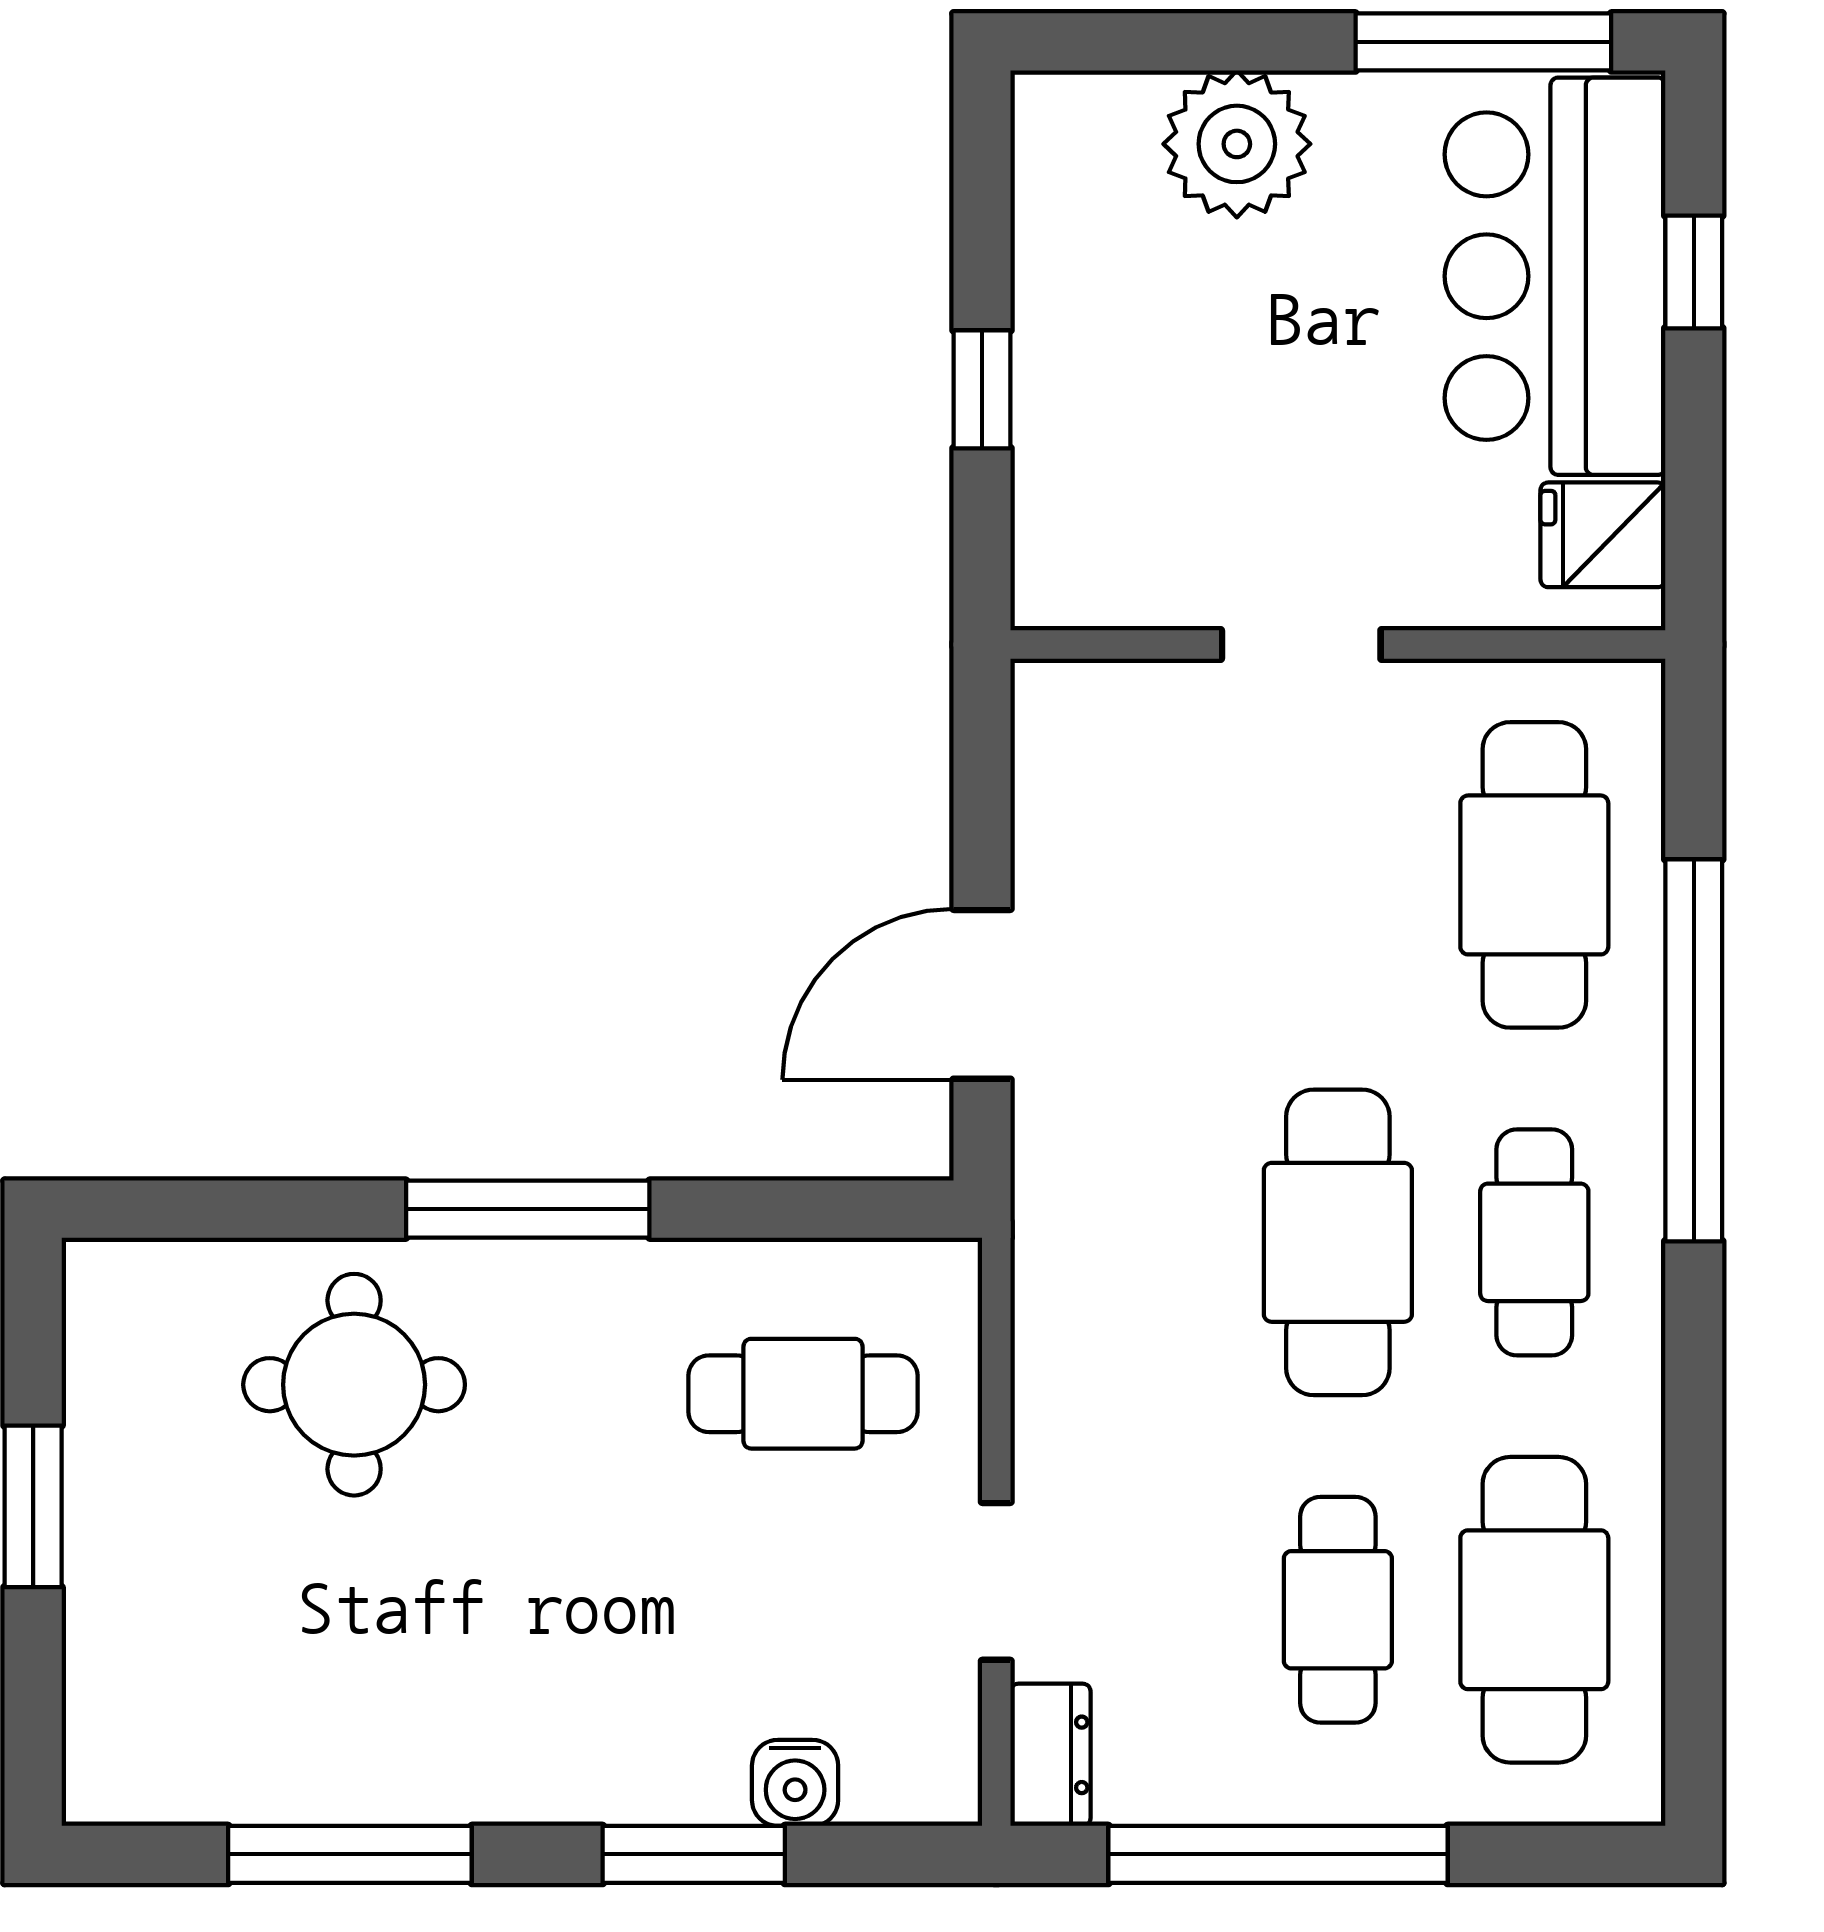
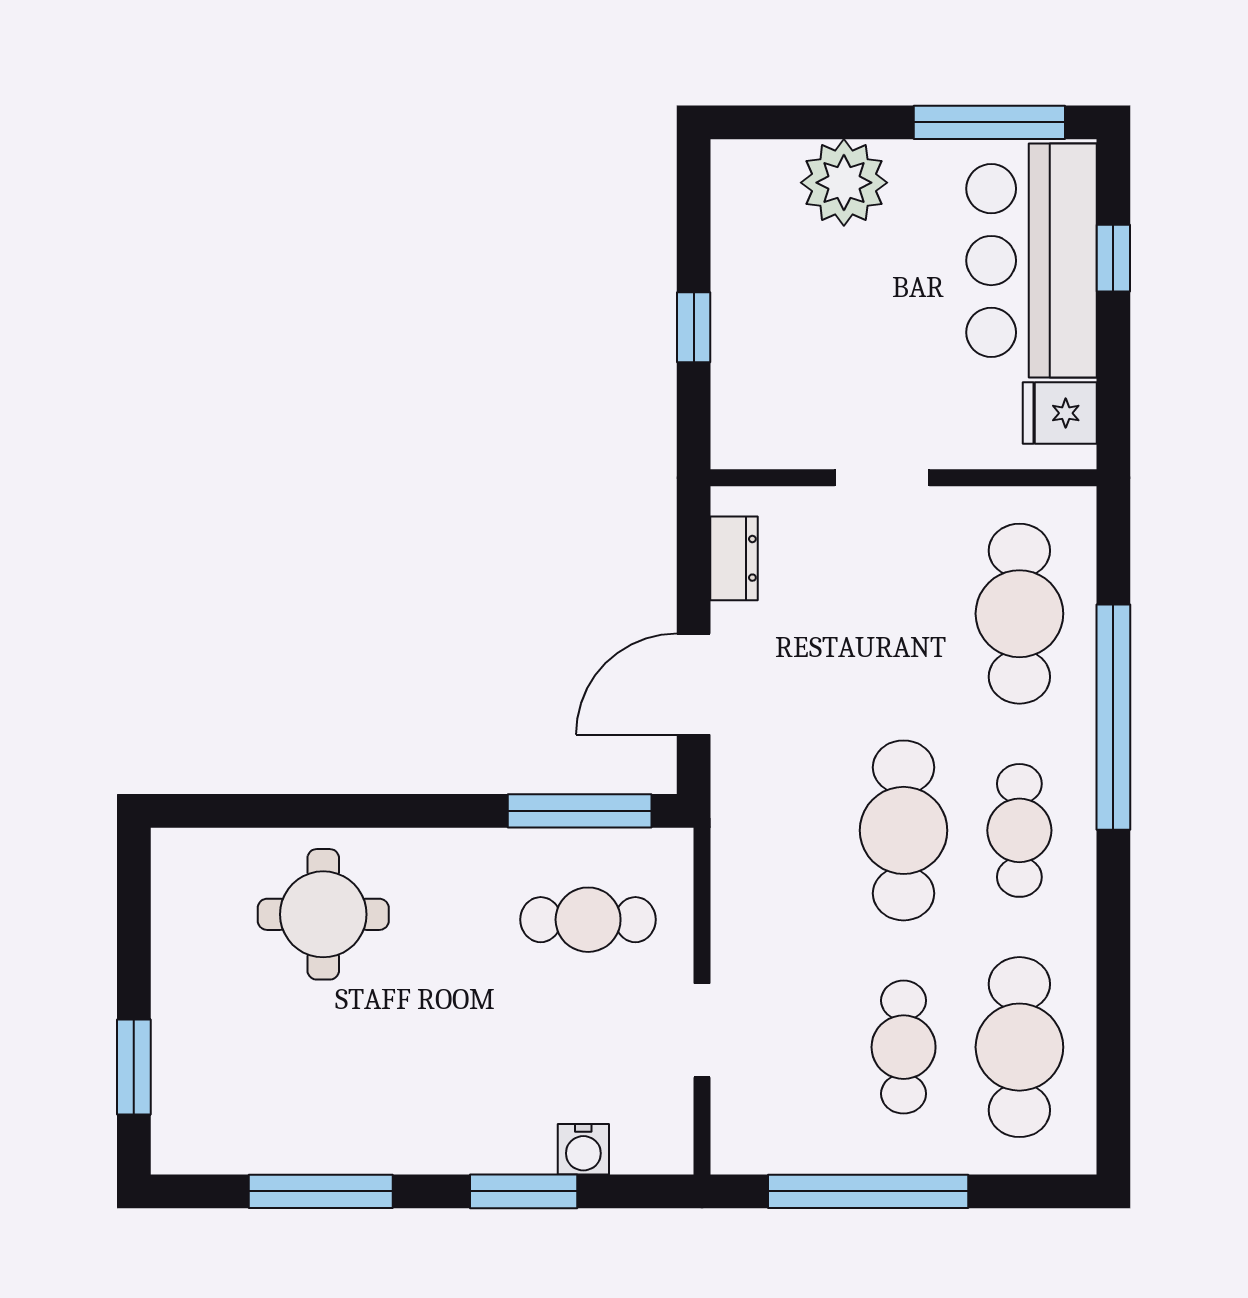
window: (528, 1209) -> (580, 811), moved
window: (33, 1506) -> (134, 1067), moved
dresser: (1051, 1755) -> (734, 558), moved

